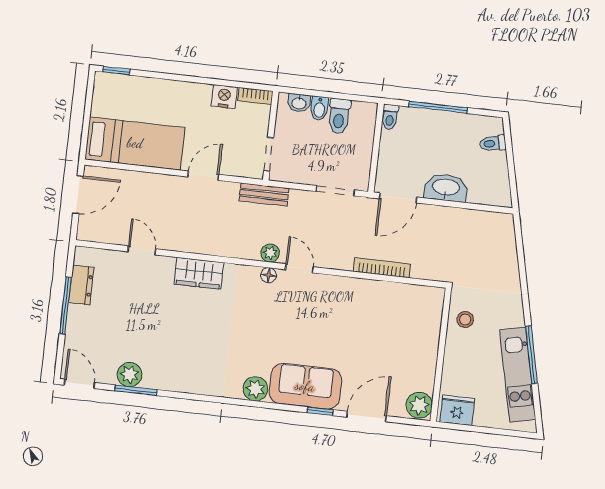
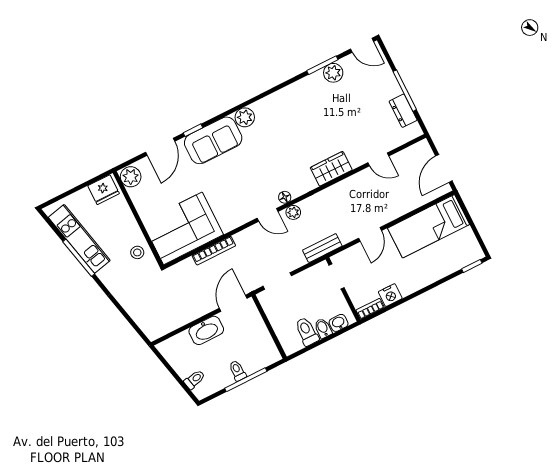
toilet: (390, 117) -> (237, 371), moved
corner sofa: (400, 313) -> (183, 228), added

